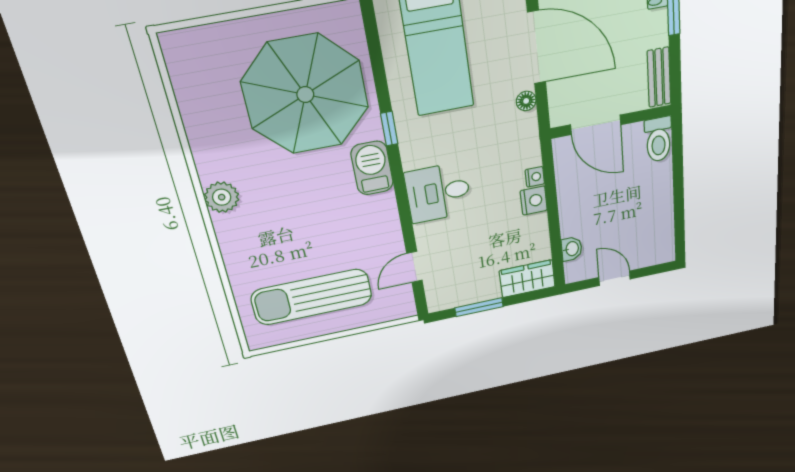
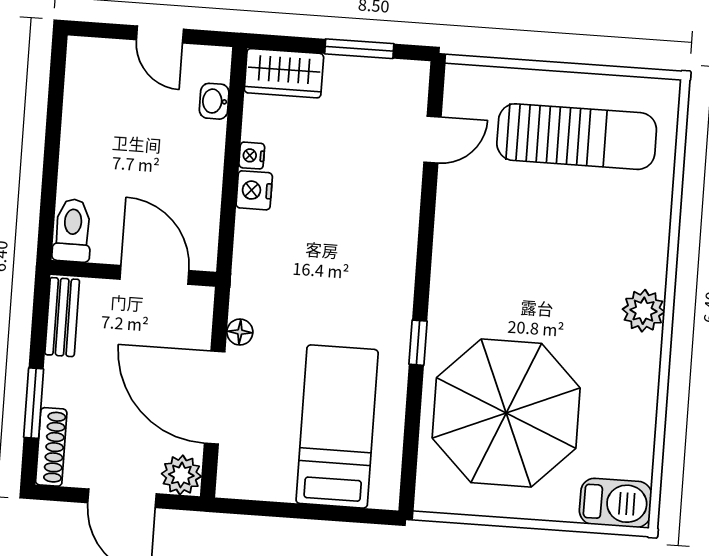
barbecue: (372, 168) -> (616, 503), moved, turned -90
nightstand: (535, 177) -> (252, 156), moved
desk: (438, 193) -> (377, 239), removed

